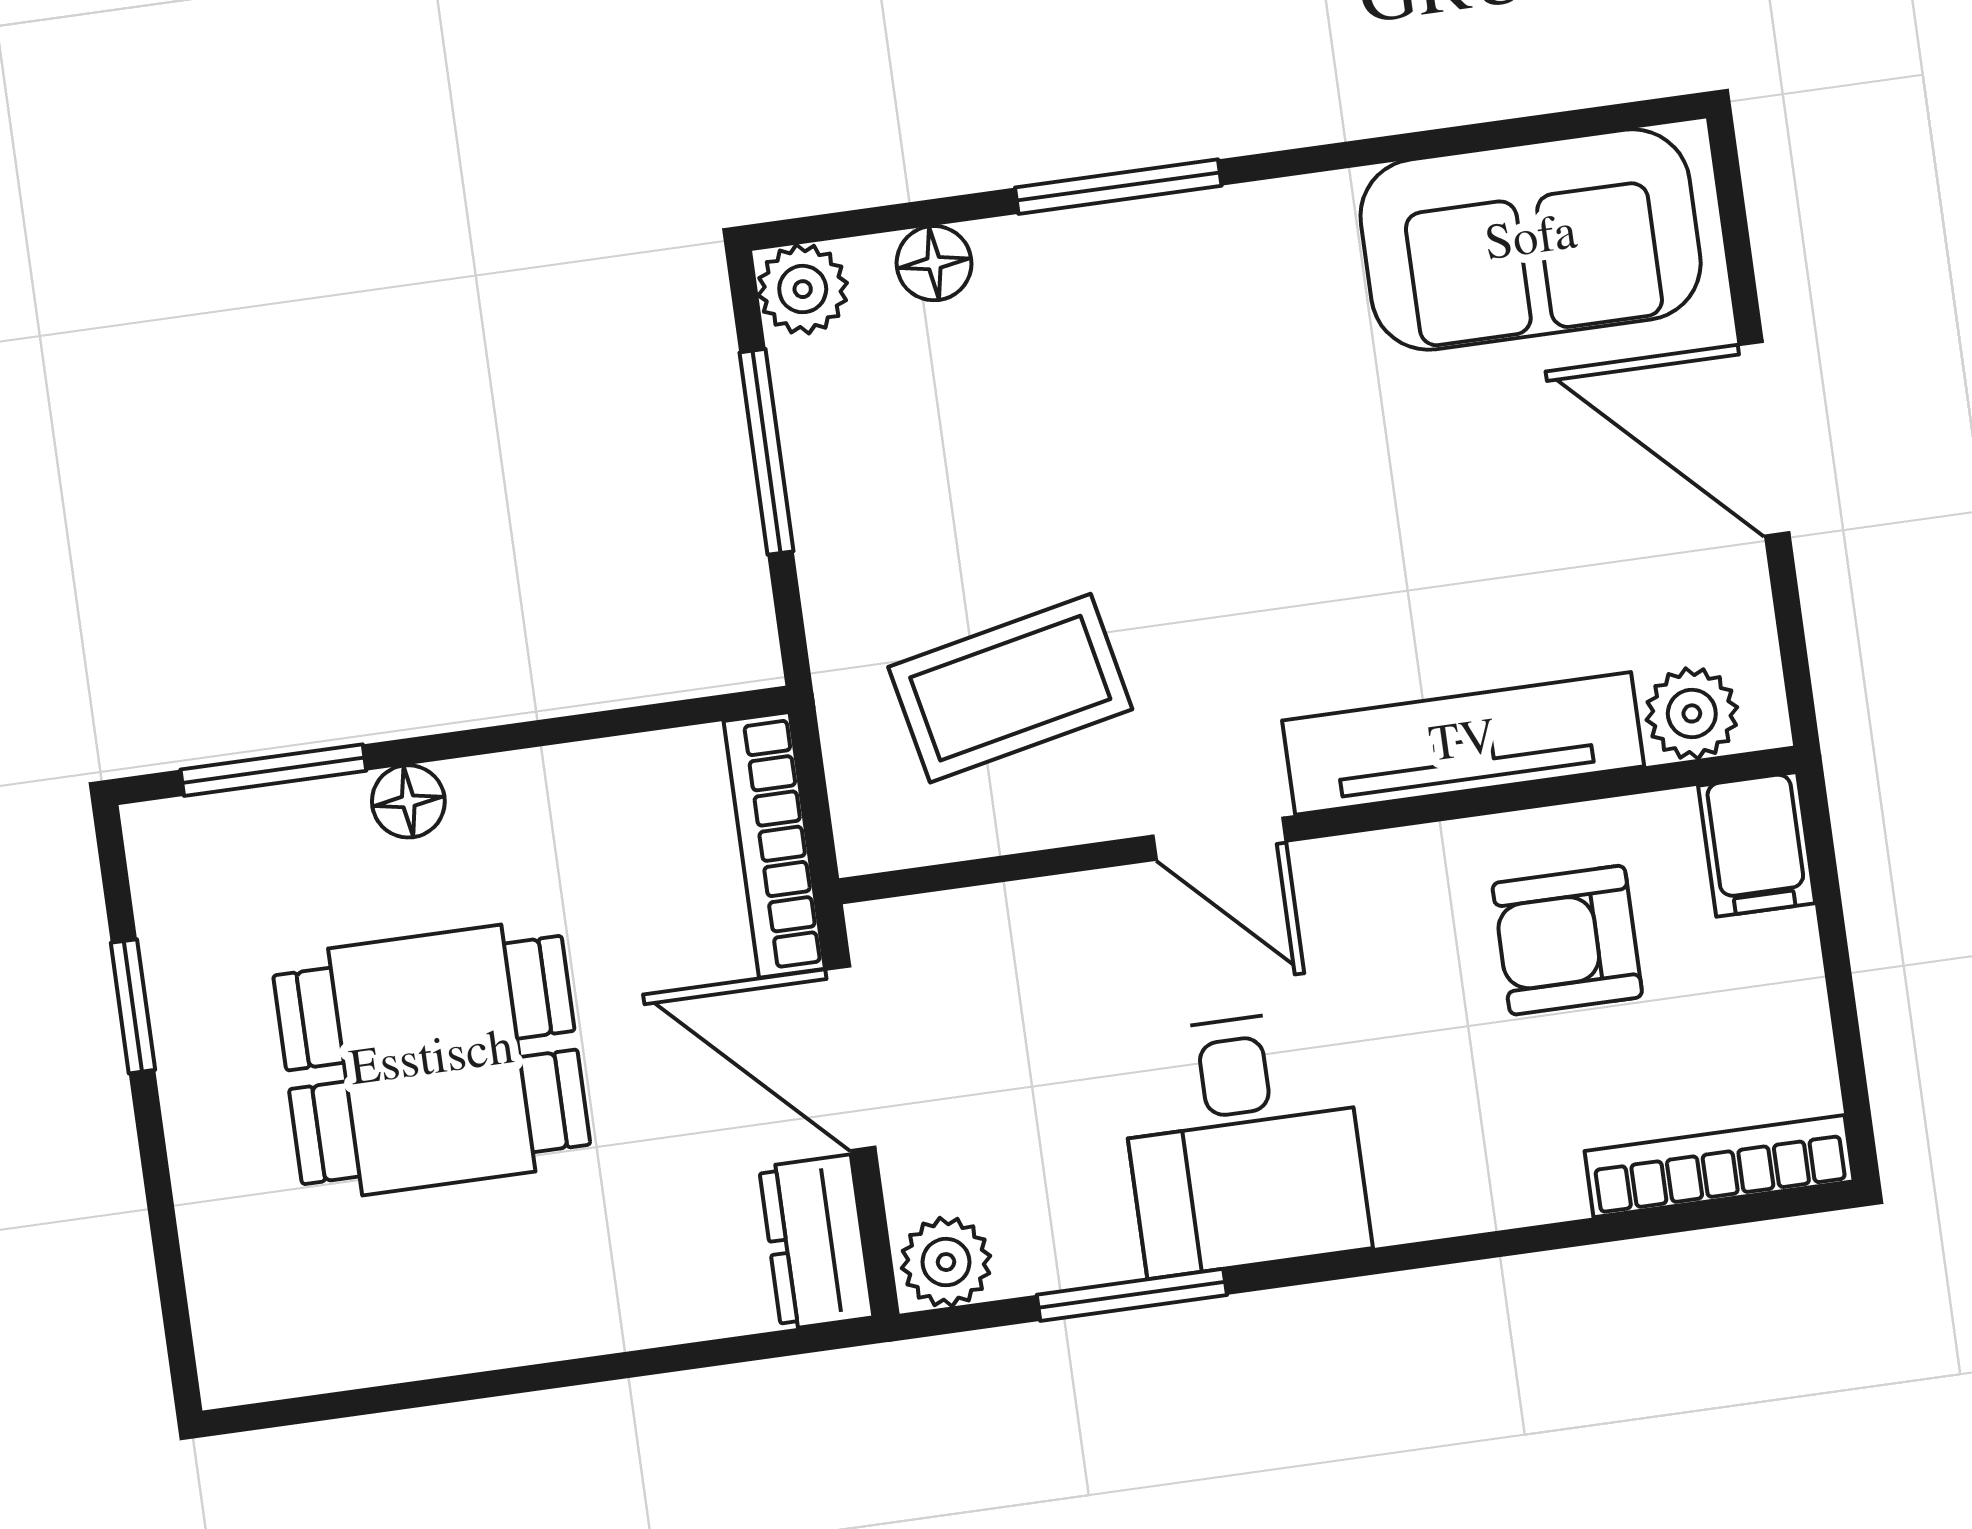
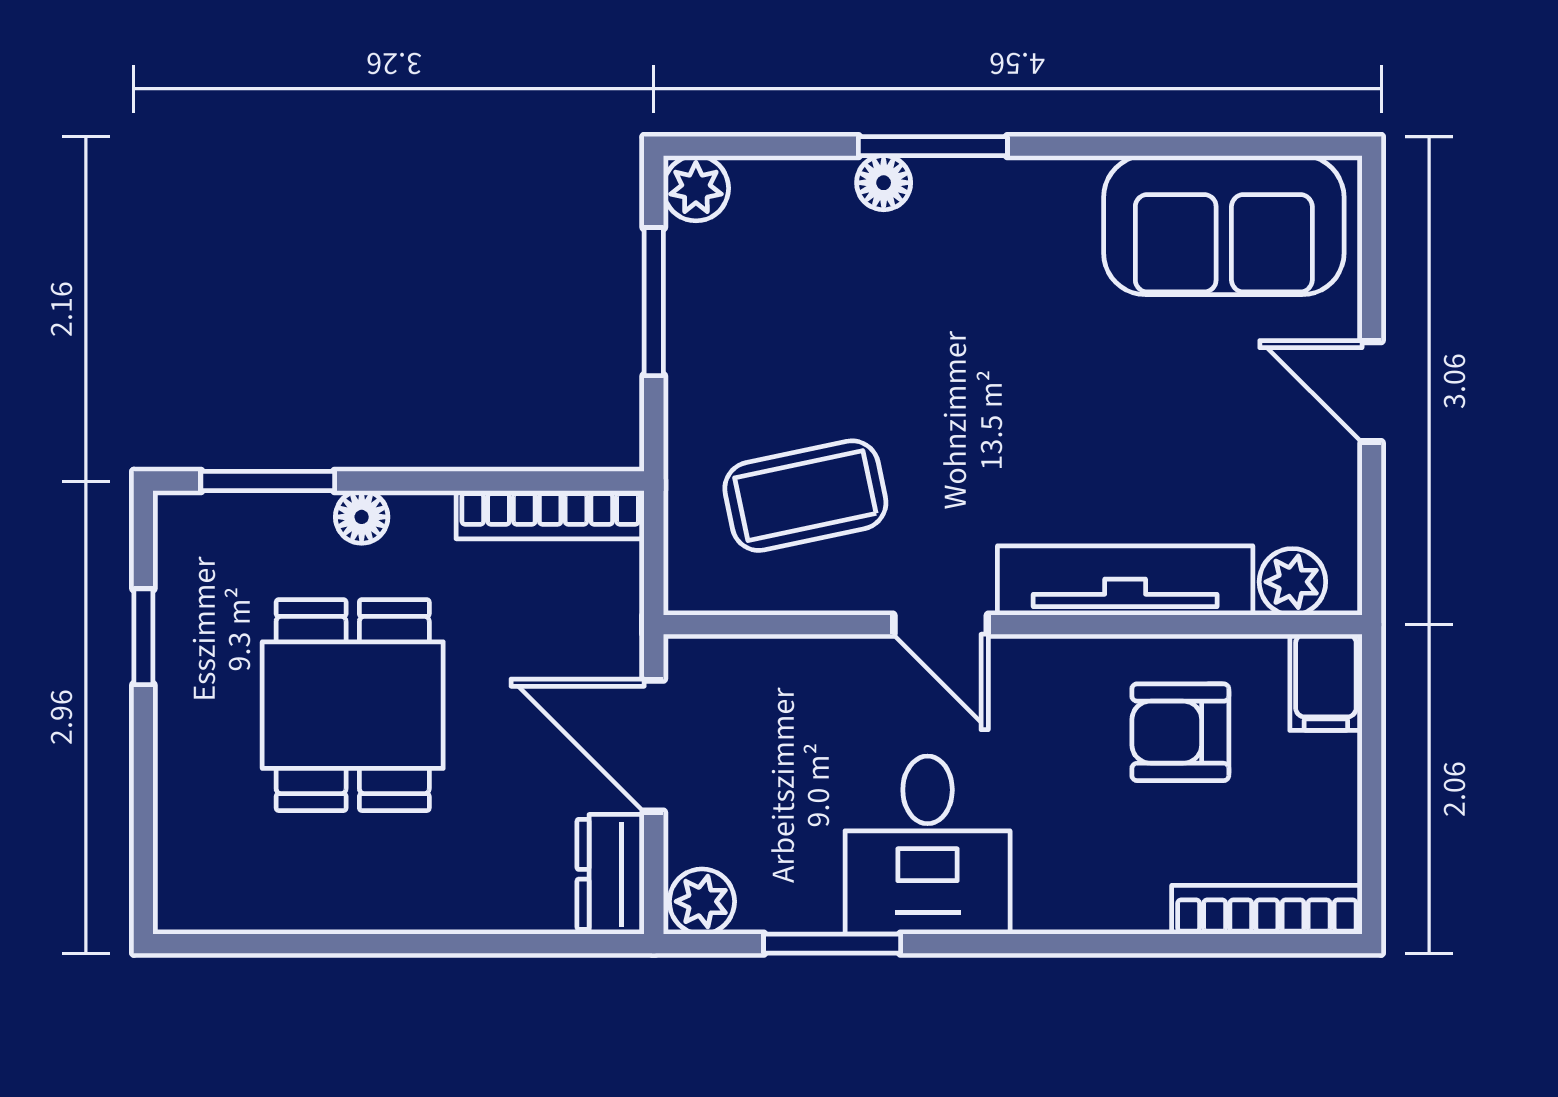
floor lamp: (934, 263) -> (884, 183), moved
door: (1764, 439) -> (1372, 392), width x0.73
bookcase: (774, 845) -> (550, 515), moved, turned -90
dining table: (432, 1060) -> (353, 705), turned 90

